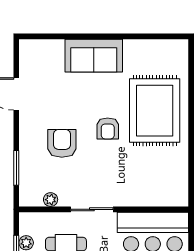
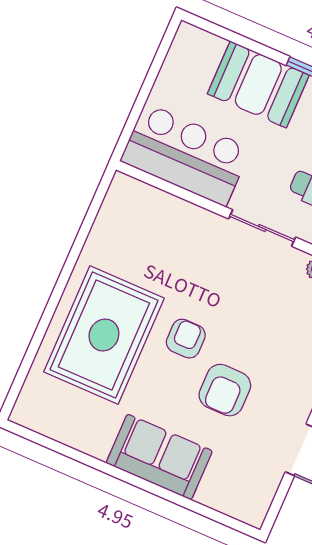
armchair: (62, 143) -> (225, 390), moved

